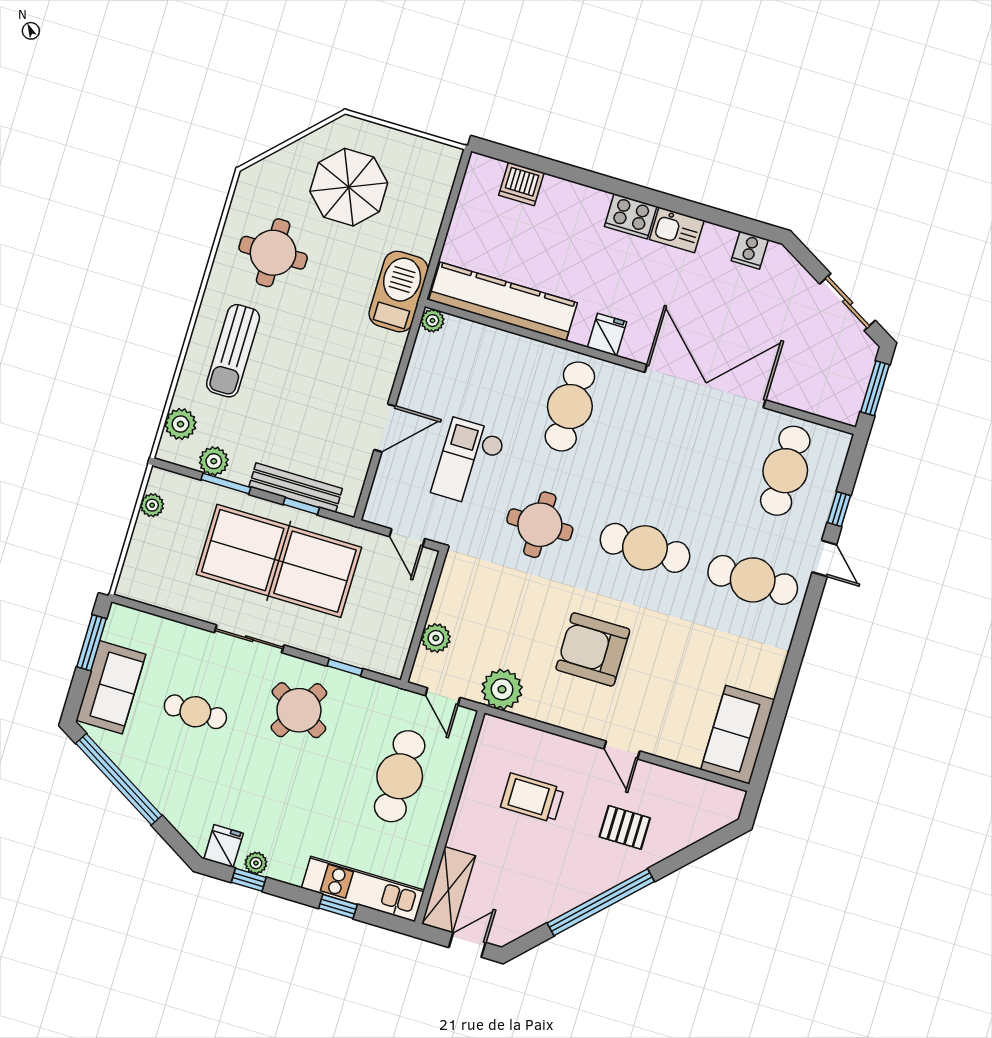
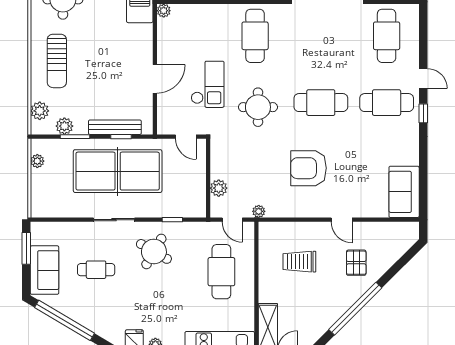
checkout: (469, 463) -> (208, 84), turned 180
window: (839, 509) -> (423, 113), moved
plant: (502, 689) -> (259, 211), width x0.53, depth x0.53
pallet: (625, 827) -> (356, 263), turned 90

